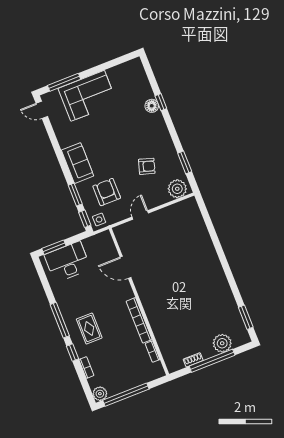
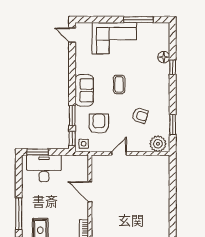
window: (64, 82) -> (138, 20), moved
floor lamp: (152, 106) -> (164, 57), moved
coffee table: (112, 142) -> (119, 84), added

